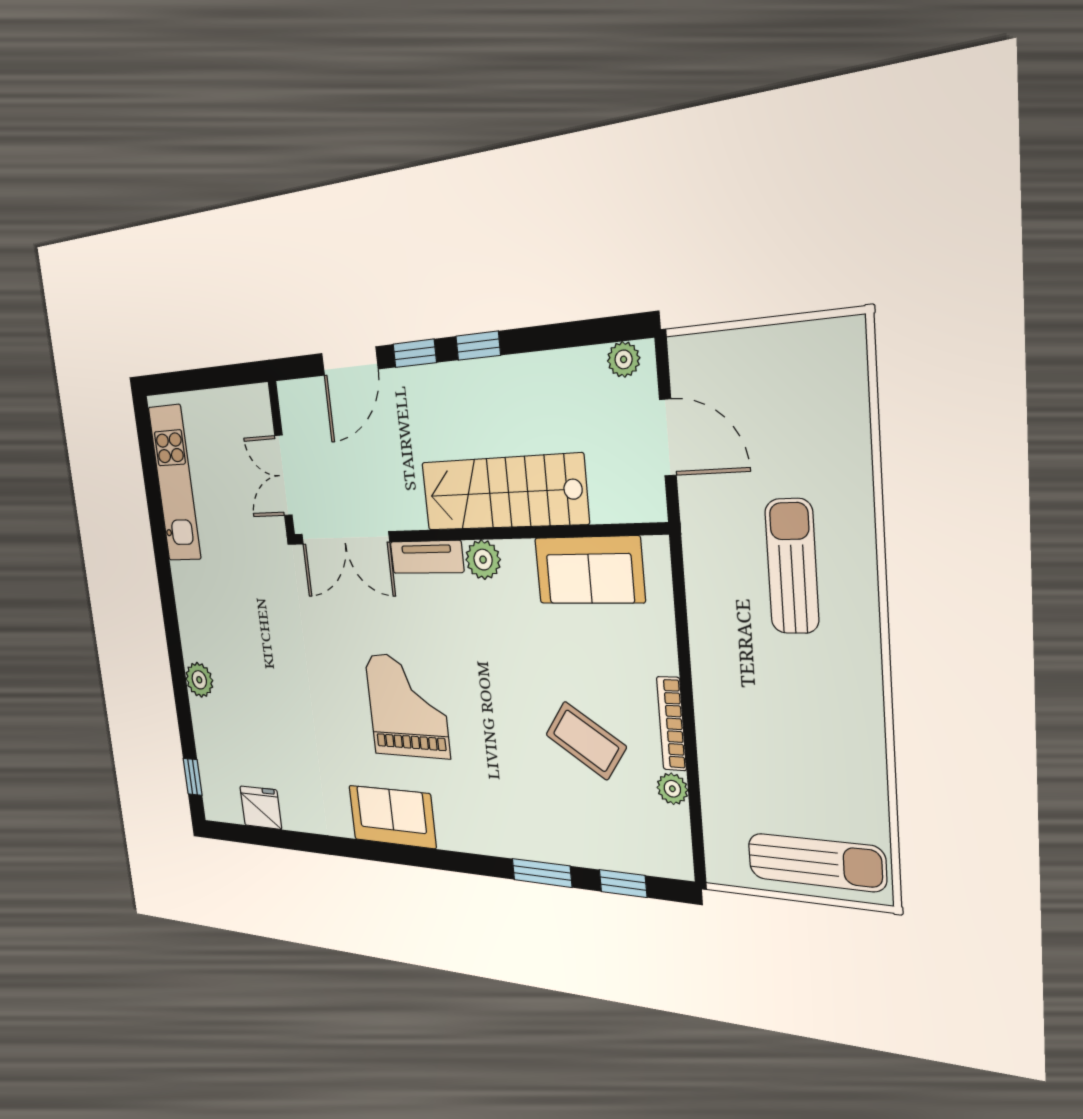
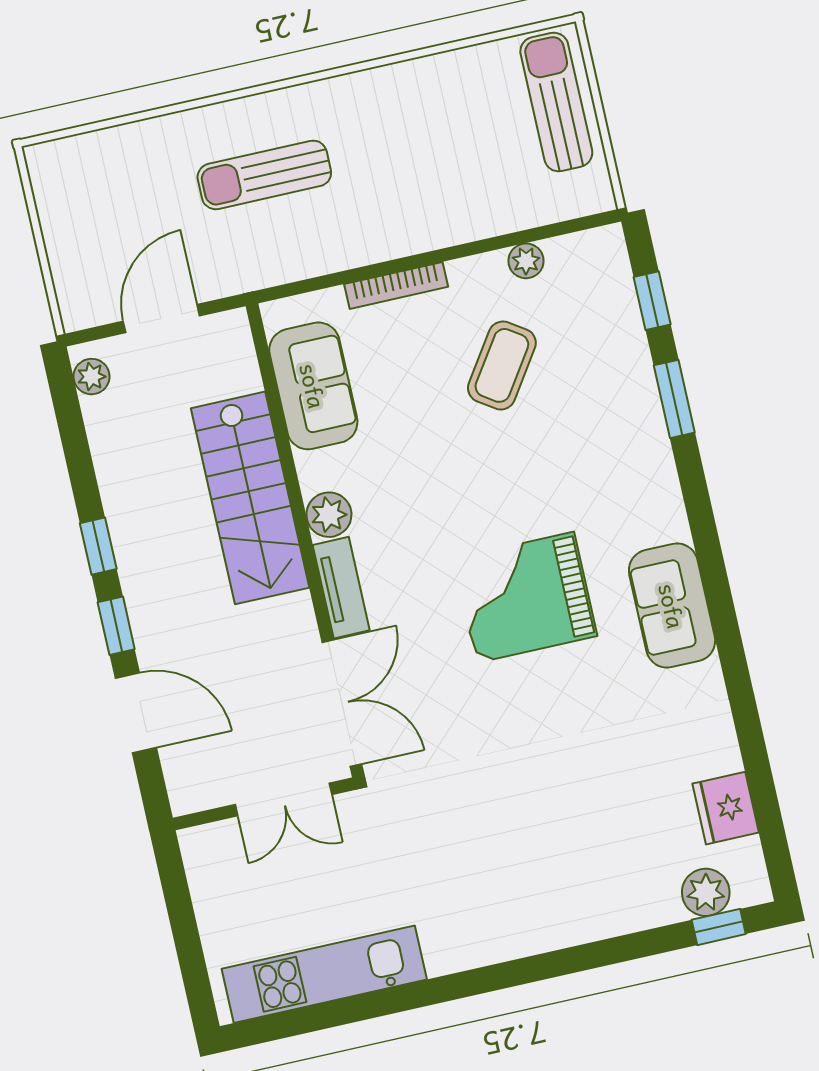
plant: (199, 680) -> (706, 892), moved
bookcase: (671, 724) -> (396, 285), moved

